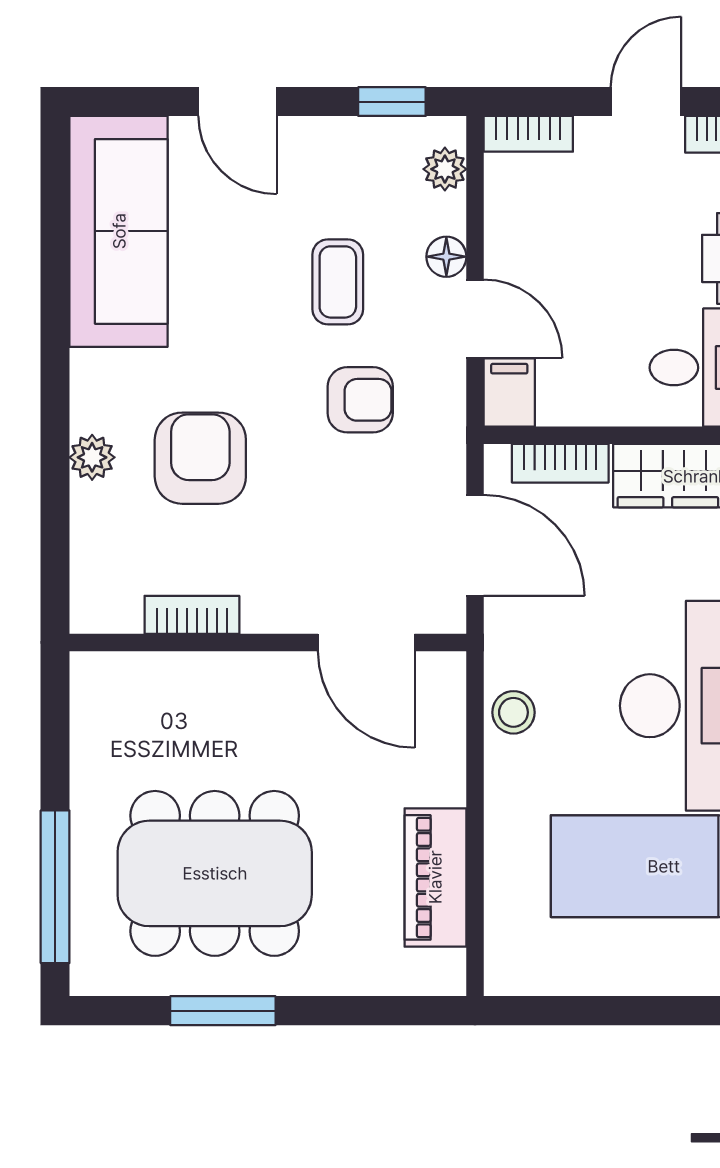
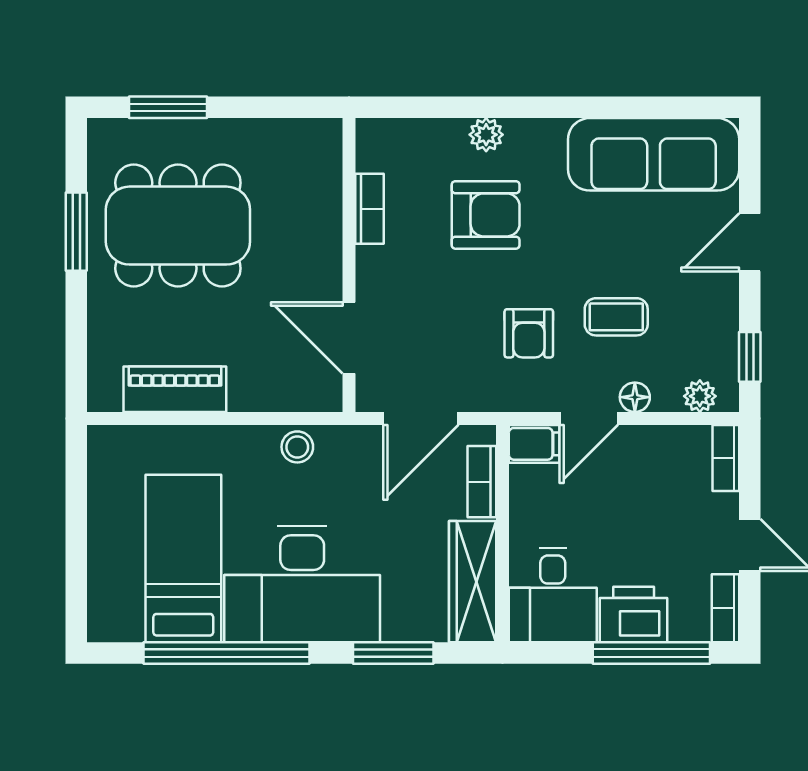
door: (366, 642) -> (349, 338), hinge flipped
dining table: (215, 873) -> (178, 226), turned 90
window: (55, 887) -> (168, 107), width x0.69

